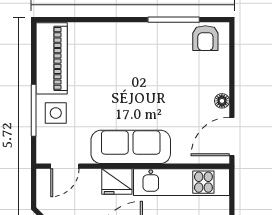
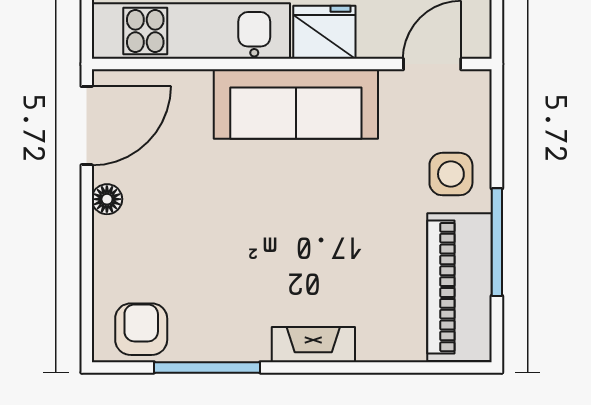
fireplace: (122, 31) -> (313, 345), added
window: (34, 110) -> (497, 242), moved

